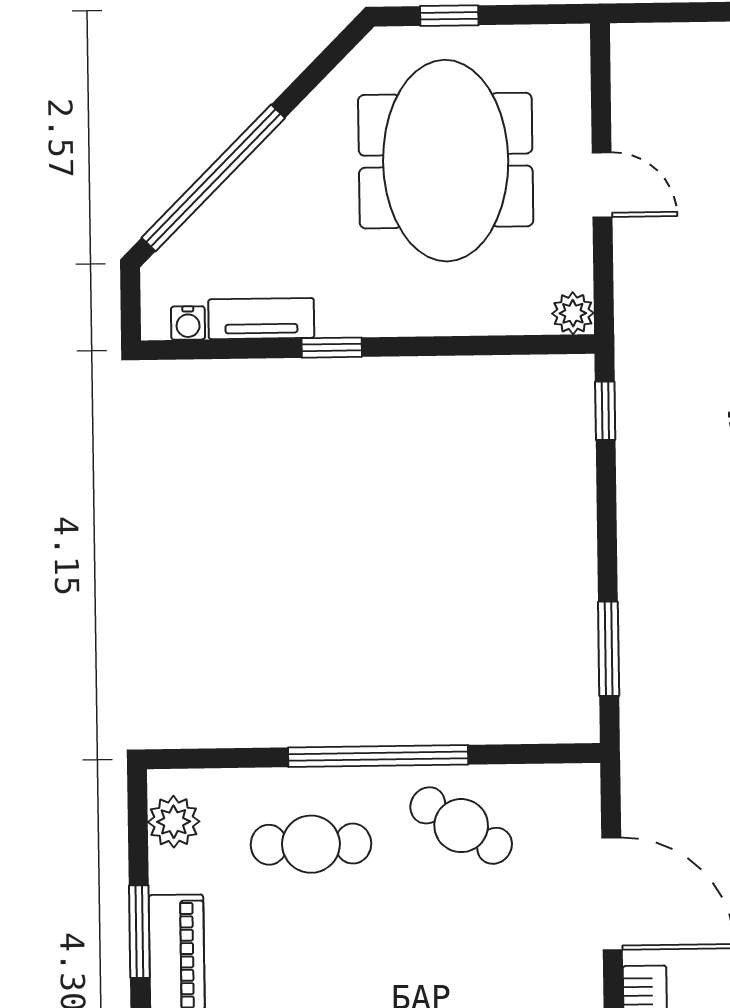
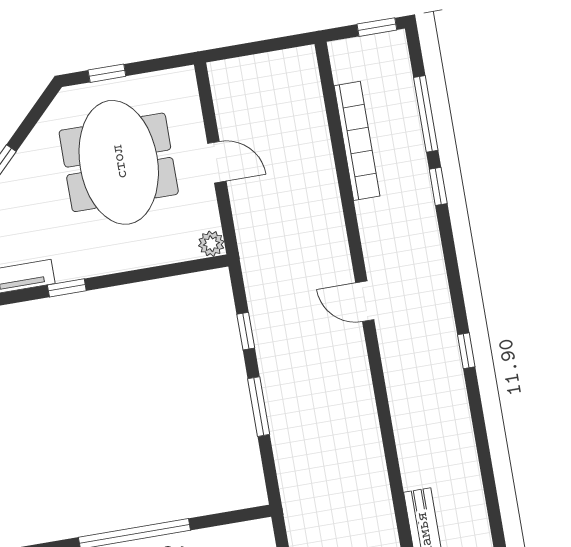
window: (605, 411) -> (246, 331), moved
window: (609, 649) -> (259, 407), moved

